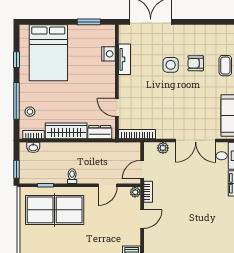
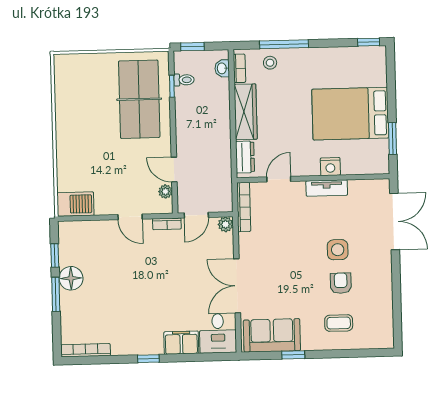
bed: (48, 53) -> (350, 114), moved
nightstand: (109, 54) -> (330, 167), moved
tv unit: (124, 59) -> (327, 188), moved
window: (16, 60) -> (369, 42), moved
plant: (163, 148) -> (226, 224), moved
door: (142, 170) -> (196, 215), swing flipped
toilet: (72, 176) -> (184, 80), moved
plant: (135, 192) -> (165, 191), moved

